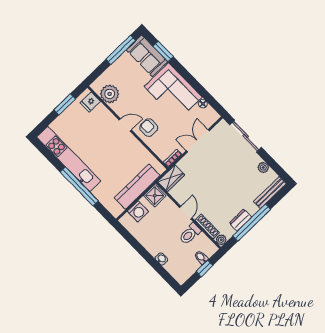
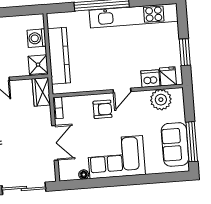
window: (163, 51) -> (159, 178), removed
sofa: (147, 56) -> (175, 144), moved, turned -90
dishwasher: (101, 113) -> (150, 79), added

